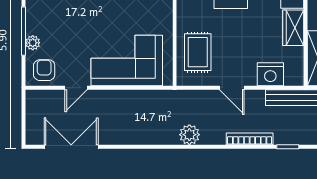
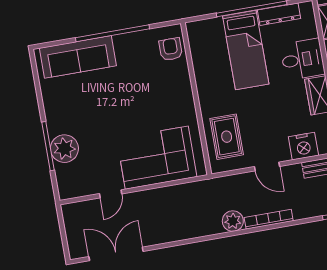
plant: (33, 43) -> (64, 149), width x1.88, depth x1.88
armchair: (44, 70) -> (75, 182), removed
bookcase: (250, 139) -> (269, 219), moved

